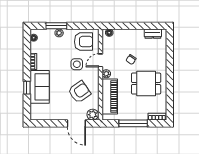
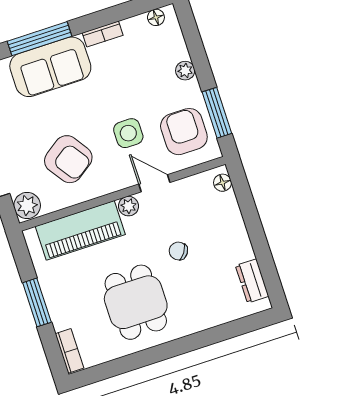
window: (56, 26) -> (217, 113), moved
armchair: (83, 42) -> (184, 132), turned 180
window: (27, 88) -> (39, 39), width x2.17
window: (133, 123) -> (37, 302), width x0.69

